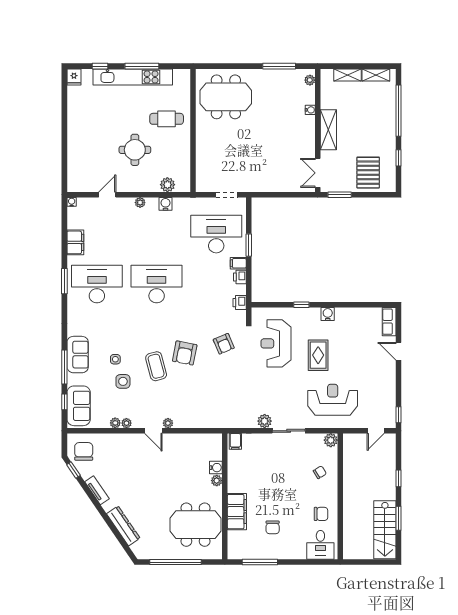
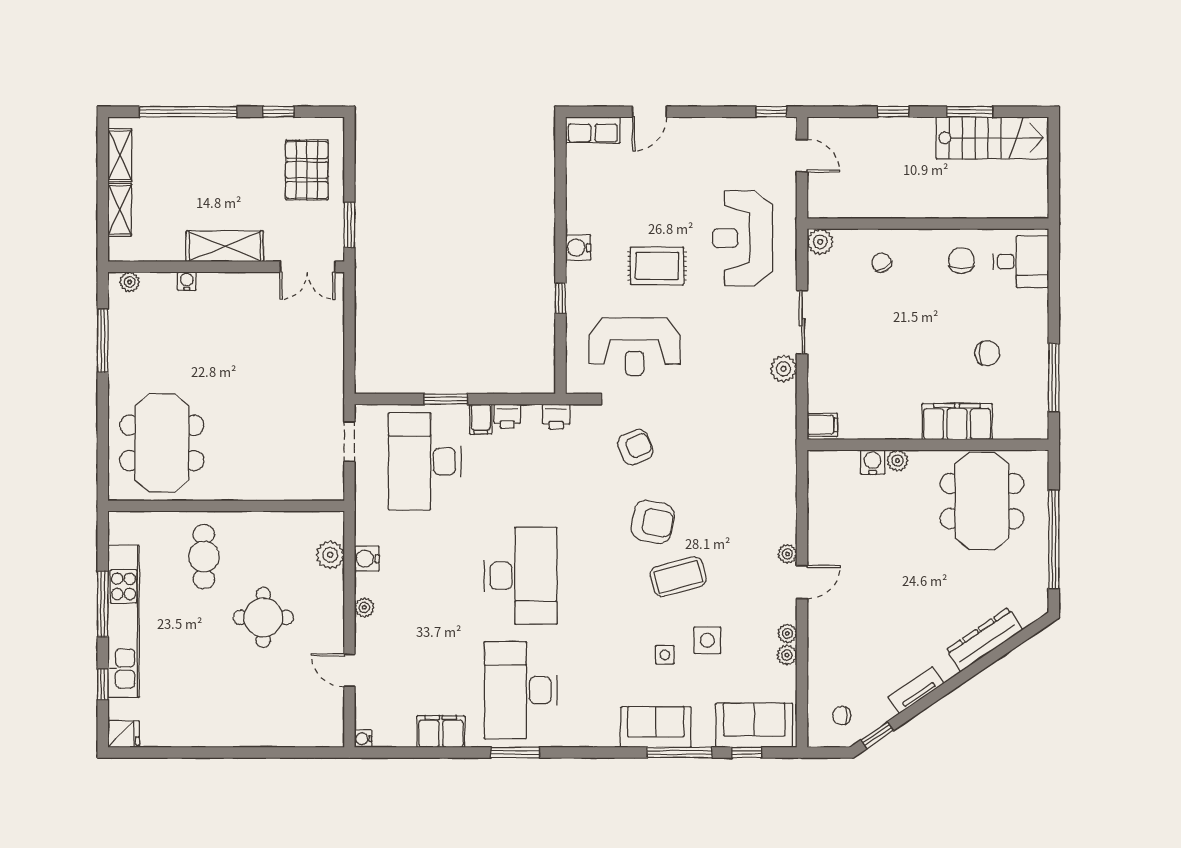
pallet: (368, 173) -> (307, 170), turned 90
desk: (157, 284) -> (521, 576), turned 180
chair: (84, 451) -> (842, 716), width x0.54, depth x0.54

